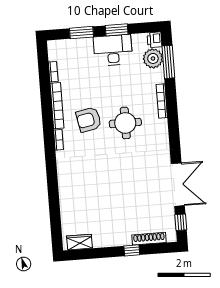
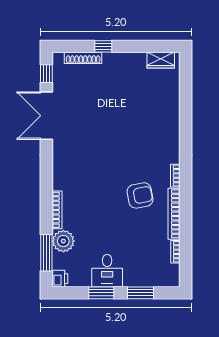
desk: (113, 50) -> (107, 271), width x0.73
plant: (153, 58) -> (63, 241), moved
round table: (125, 123) -> (100, 189), removed

